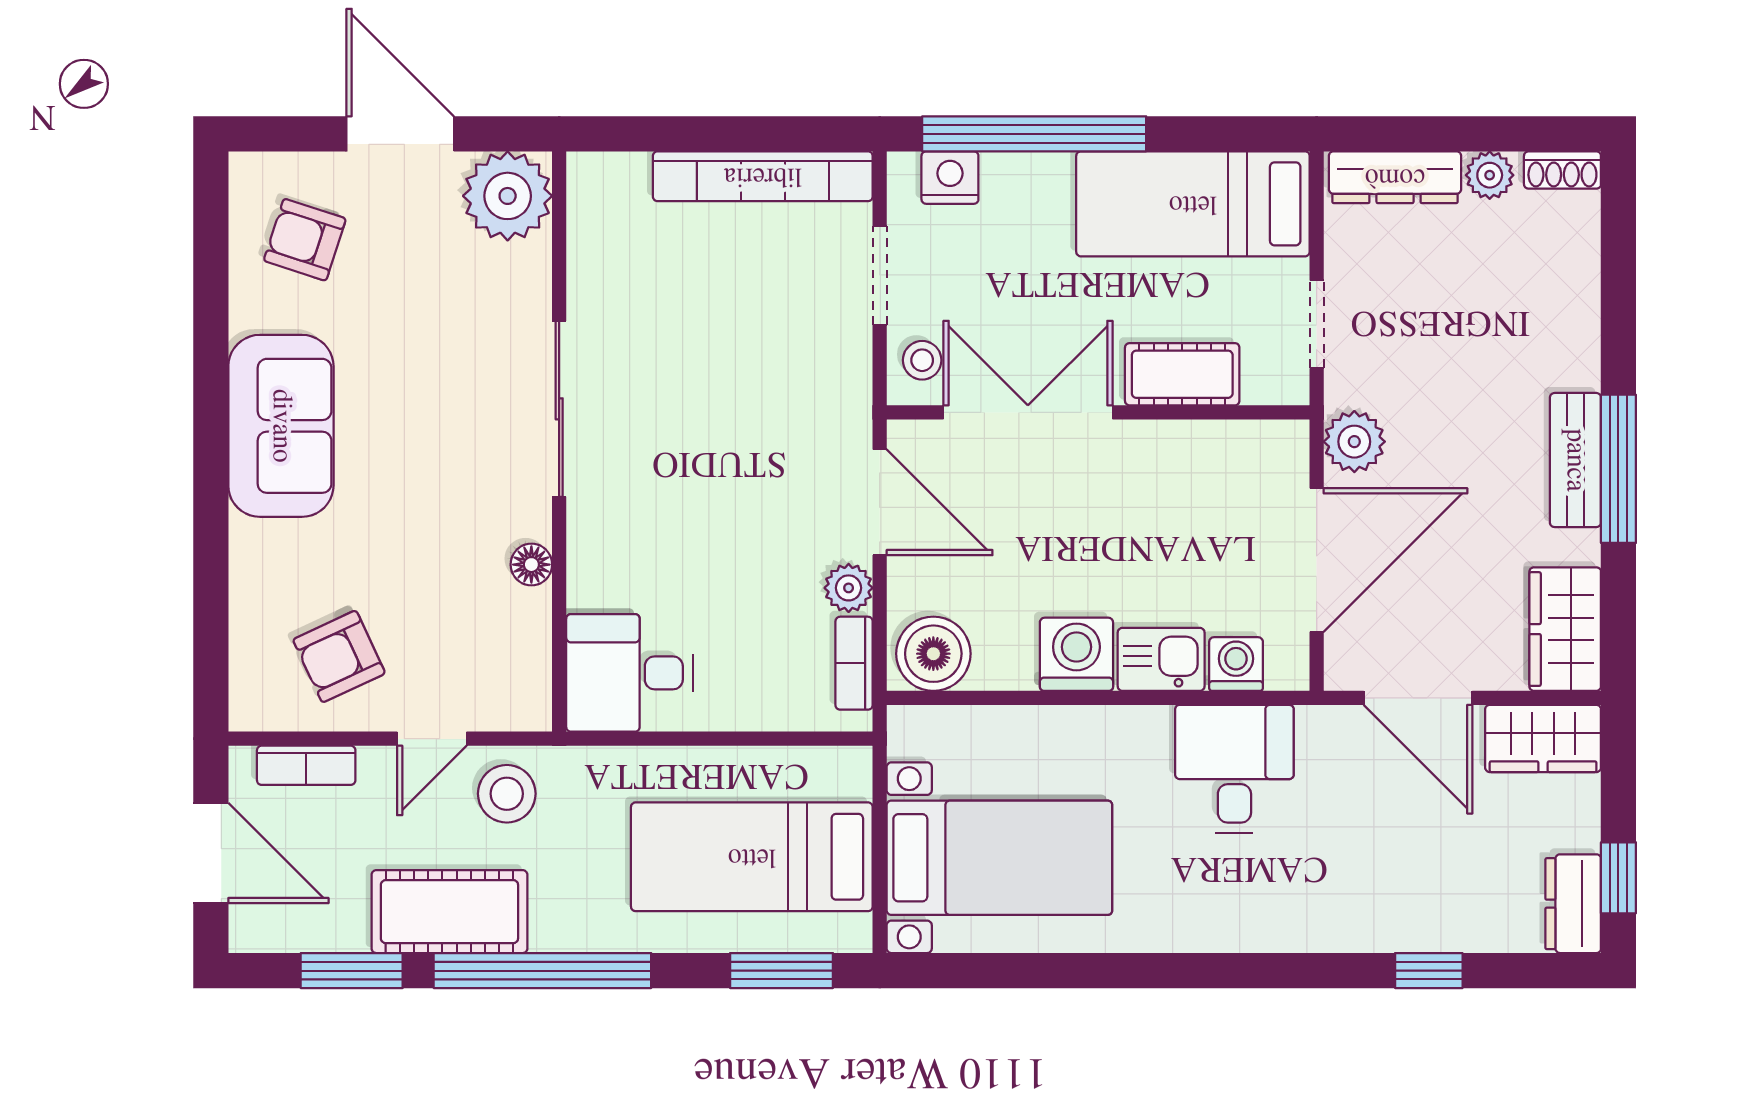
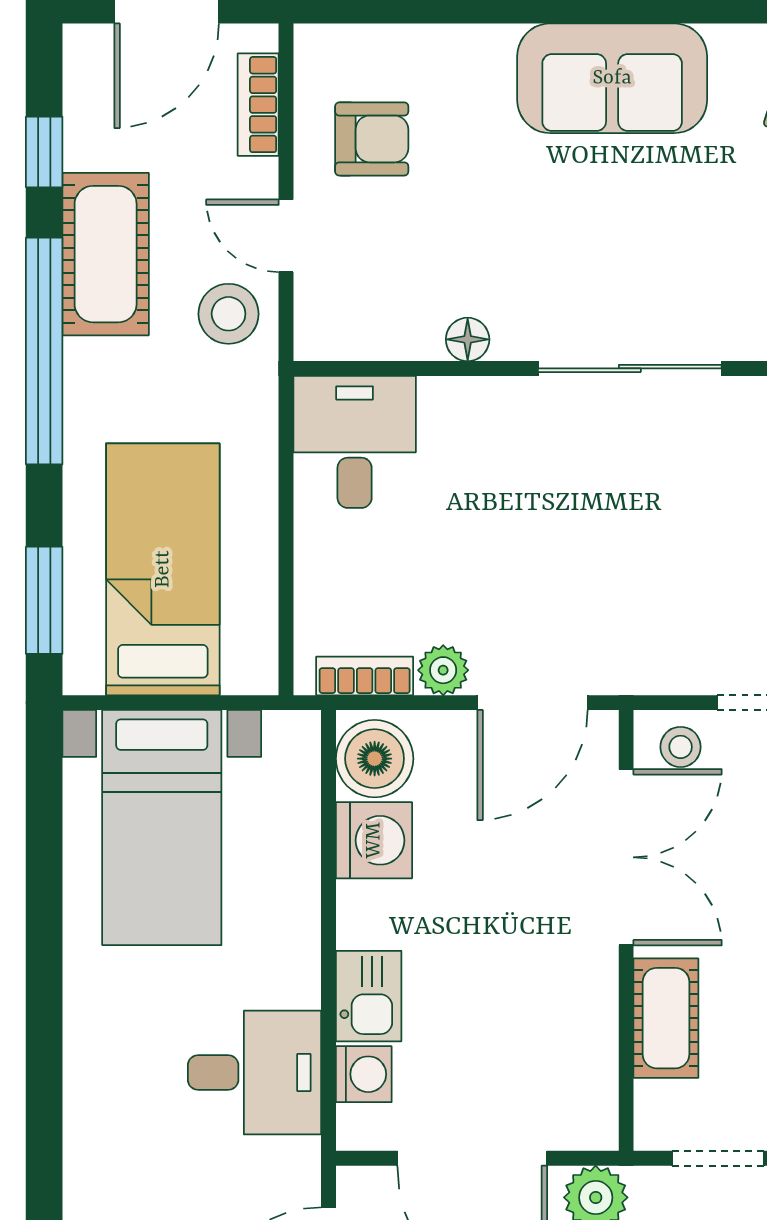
washing machine: (1076, 654) -> (374, 840), moved
armchair: (339, 656) -> (372, 139), turned 115
window: (352, 971) -> (44, 152), width x0.67

